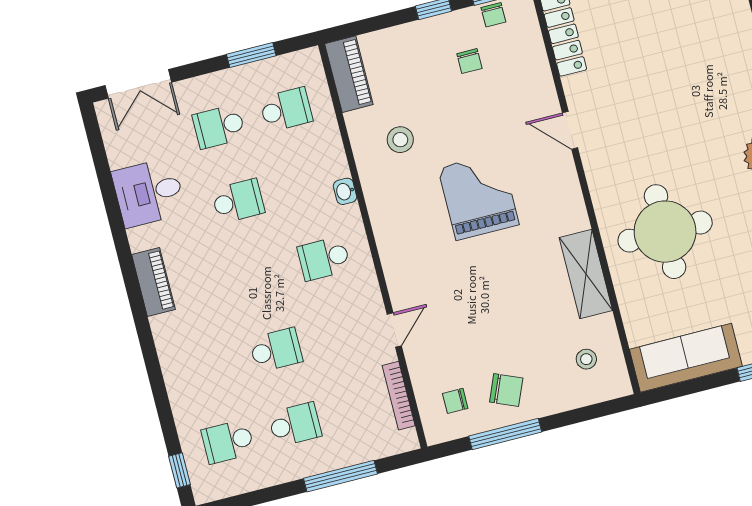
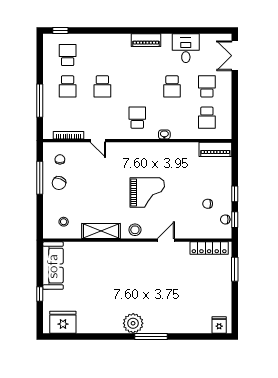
window: (251, 55) -> (235, 109), removed
stool: (400, 140) -> (135, 230), moved
round table: (665, 232) -> (111, 271), removed

